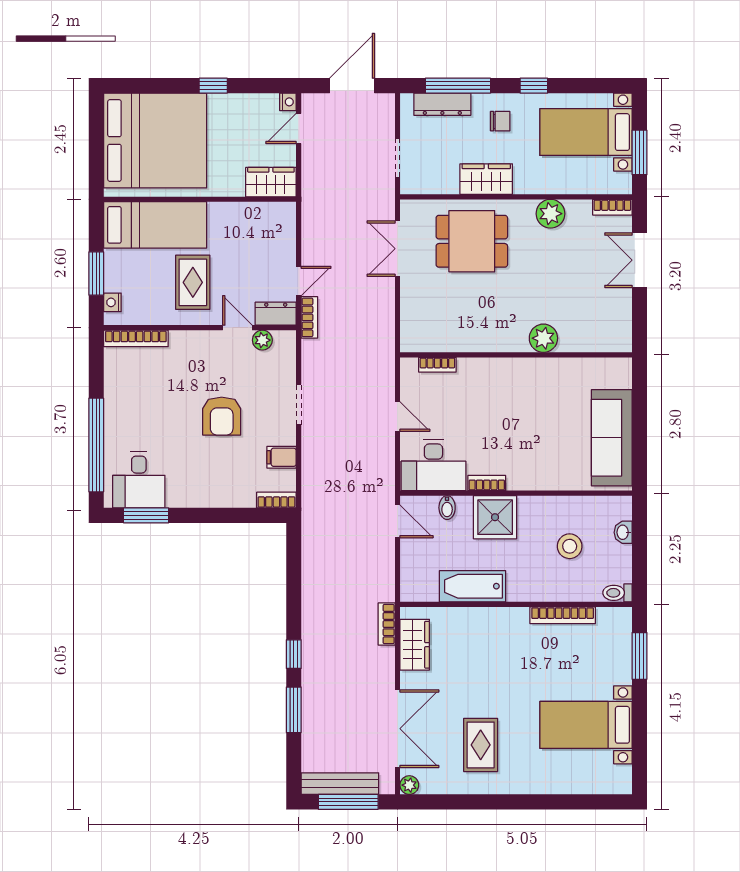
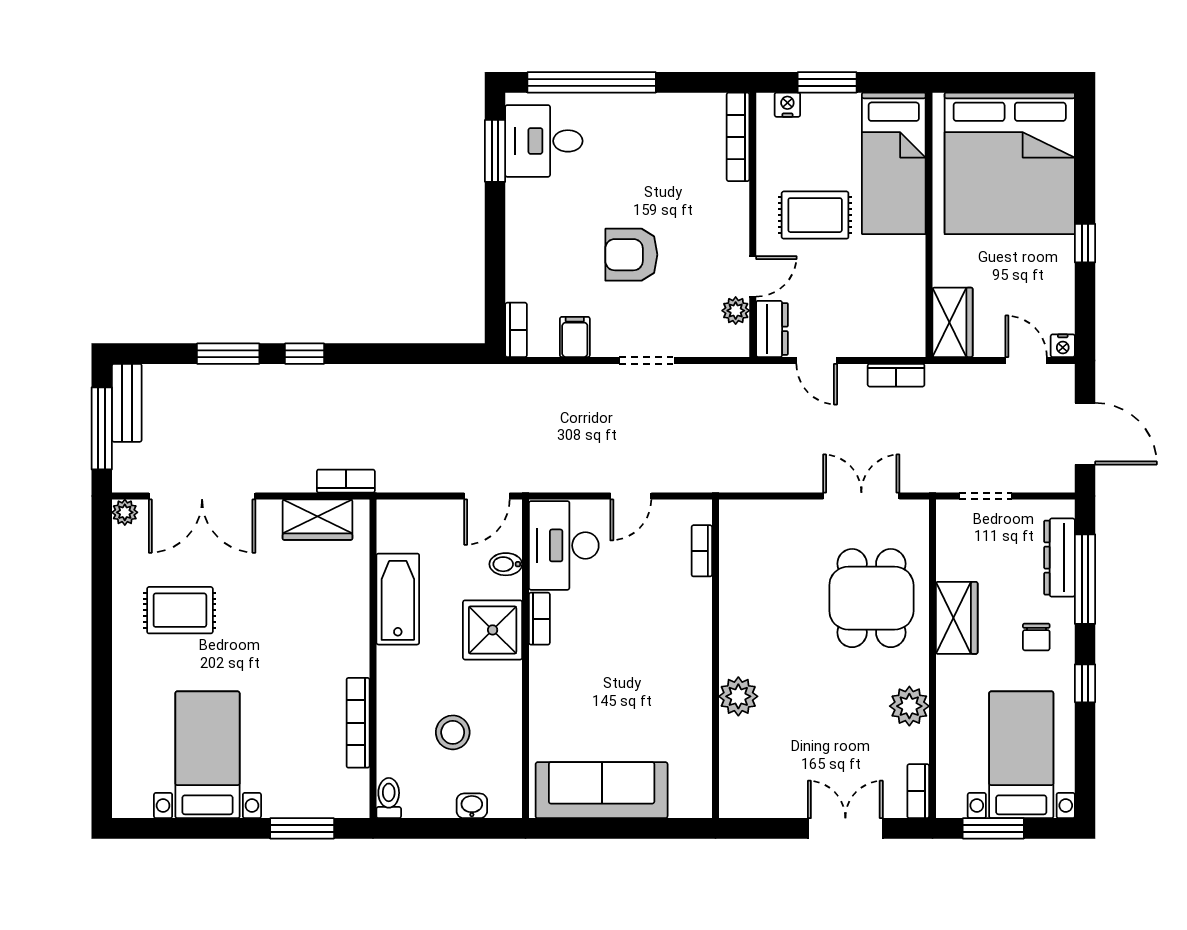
bookcase: (309, 317) -> (896, 375), moved
bench: (340, 784) -> (127, 403), width x0.73

